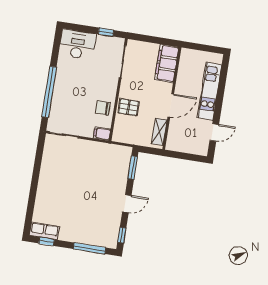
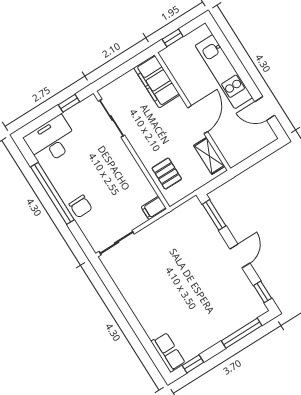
window: (197, 47) -> (173, 38), added
window: (49, 92) -> (52, 193), moved
pallet: (128, 107) -> (167, 174), moved, turned 90
chair: (103, 108) -> (81, 206), moved, turned -91
door: (214, 132) -> (265, 109), swing flipped
row of seats: (44, 231) -> (168, 352), moved, turned 90

